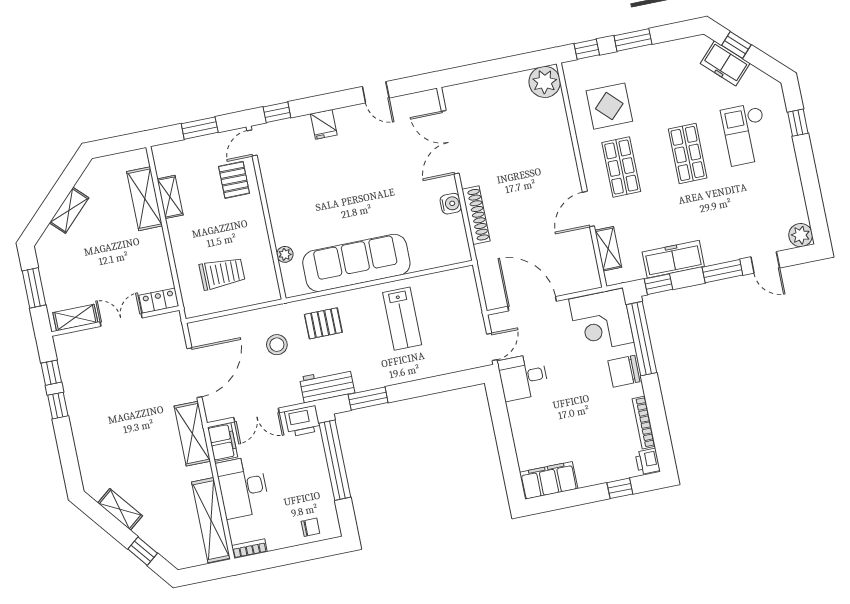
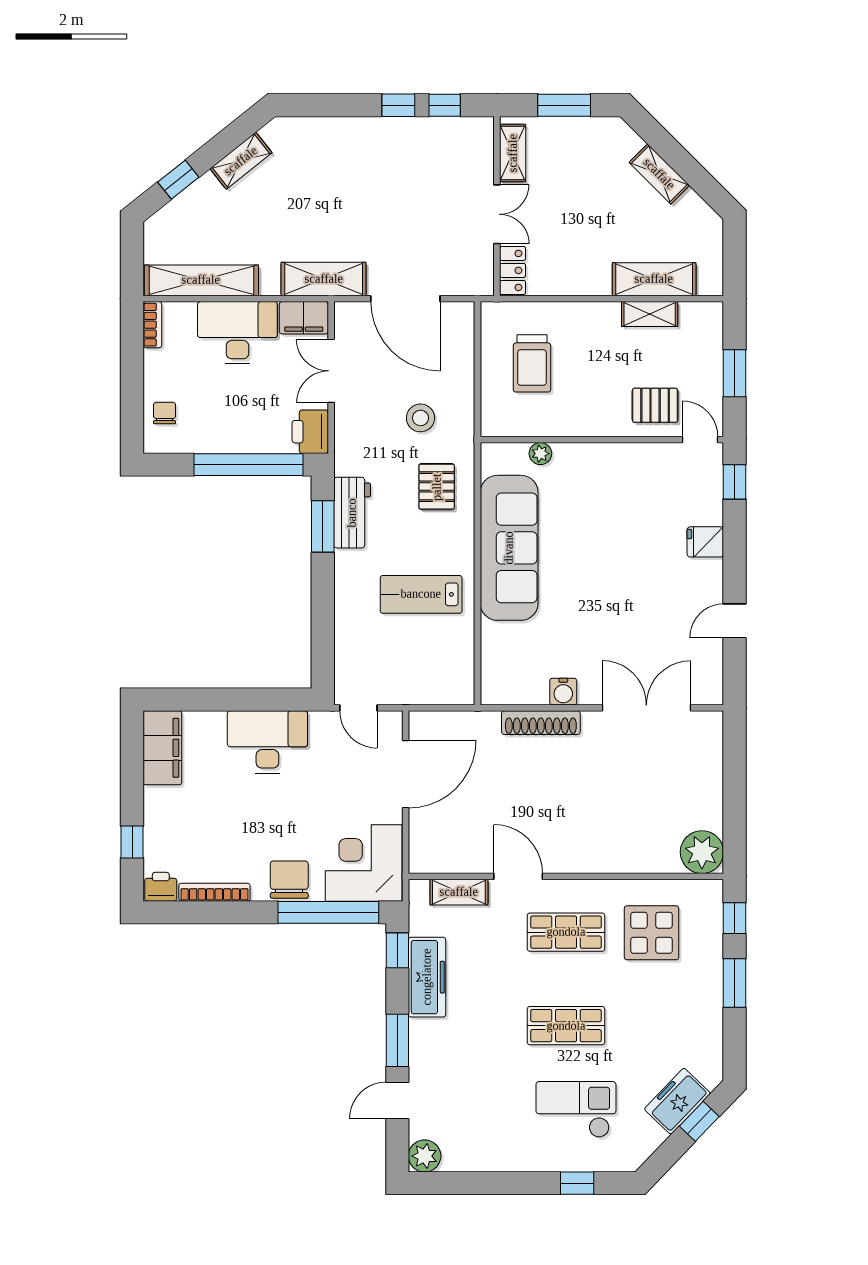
desk: (523, 377) -> (267, 742), moved, width x1.37
workbench: (327, 385) -> (352, 513), moved
chair: (310, 527) -> (165, 413), turned 180

